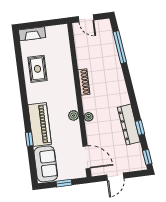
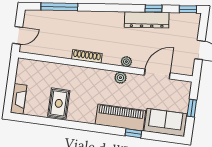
rug: (37, 69) -> (59, 103), turned 90
door: (87, 157) -> (157, 74), moved

